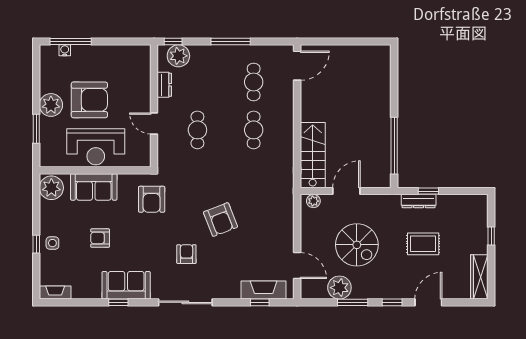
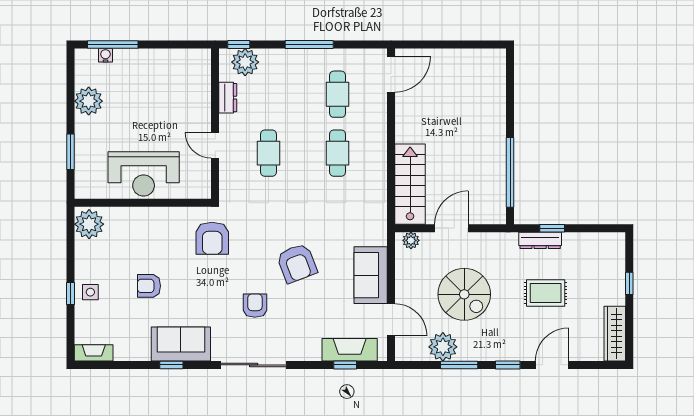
armchair: (89, 100) -> (136, 116), removed
plant: (51, 105) -> (89, 101), moved
sofa: (94, 187) -> (371, 275), moved, turned 90

